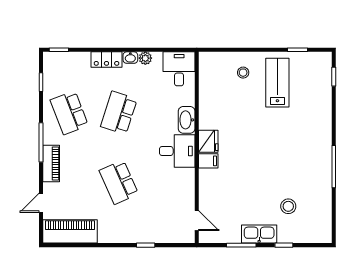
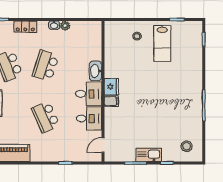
locker: (106, 59) -> (25, 27), moved
desk: (179, 69) -> (89, 118), moved, turned 90
lab bench: (277, 83) -> (162, 44), turned 180
stool: (288, 206) -> (187, 146), moved
door: (197, 221) -> (103, 145), swing flipped

